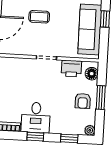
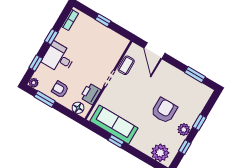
coffee table: (39, 17) -> (126, 65), moved
window: (101, 98) -> (45, 99), moved
desk: (36, 118) -> (59, 58), moved

